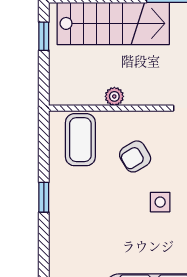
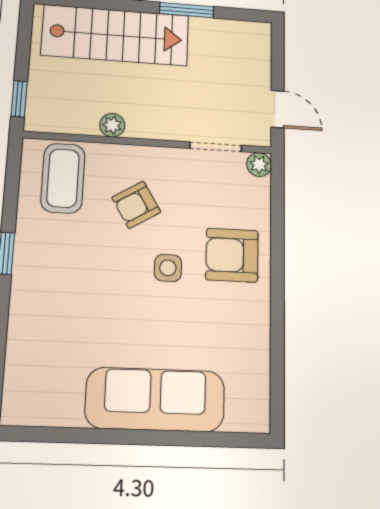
window: (44, 36) -> (19, 99), moved

